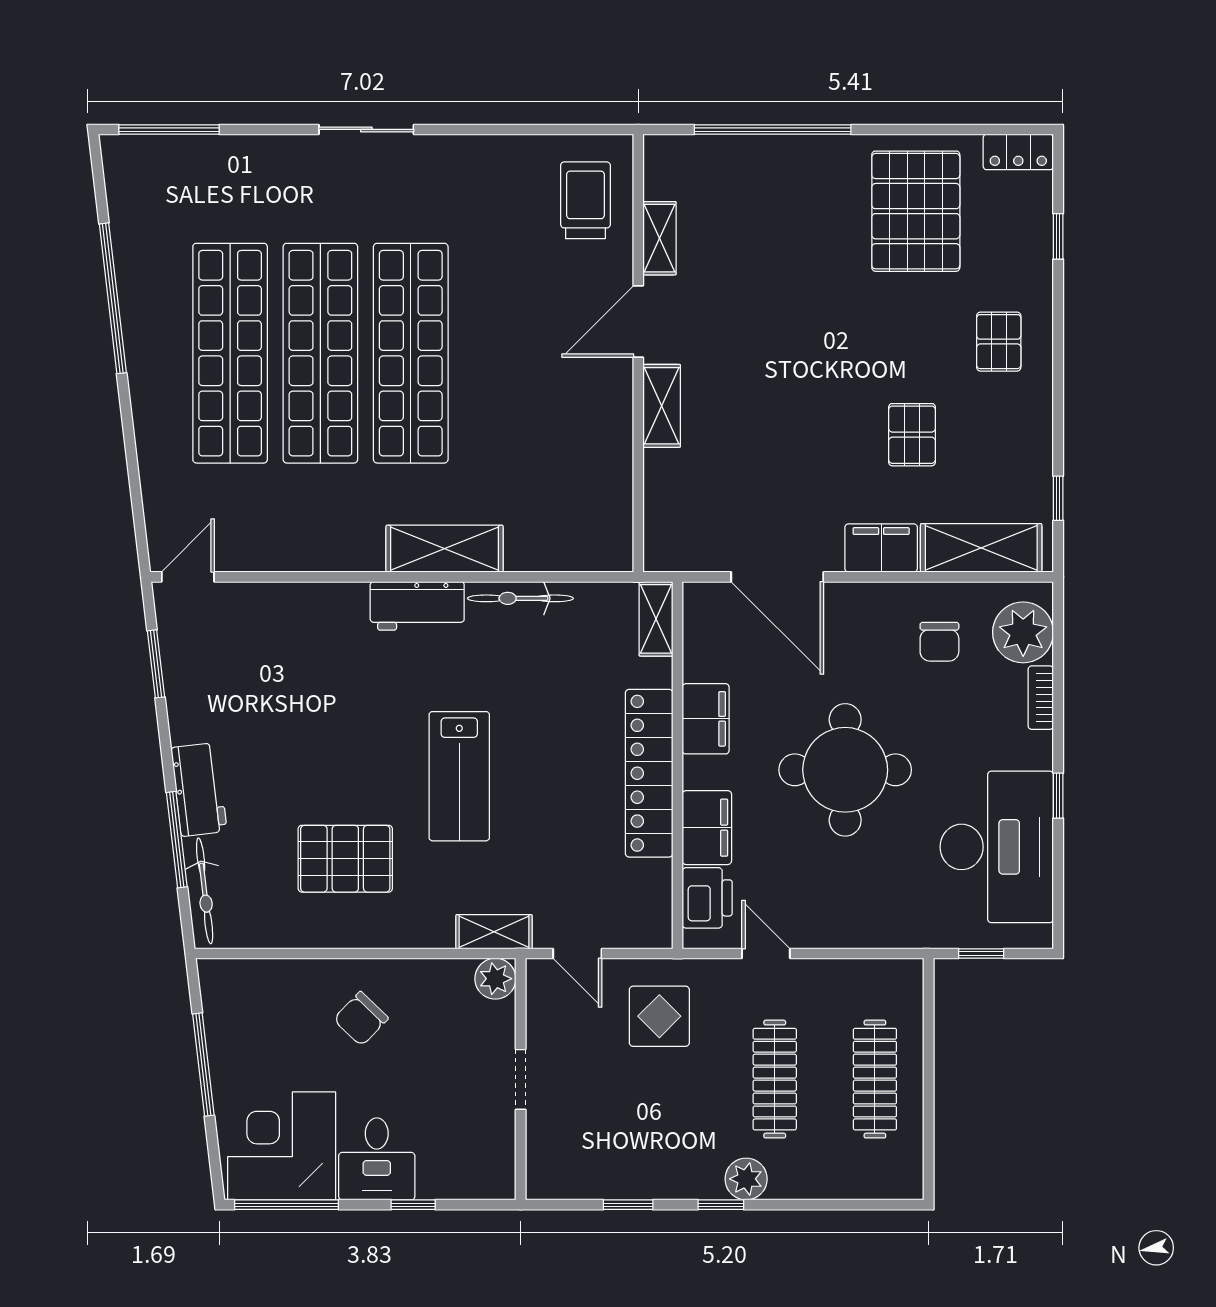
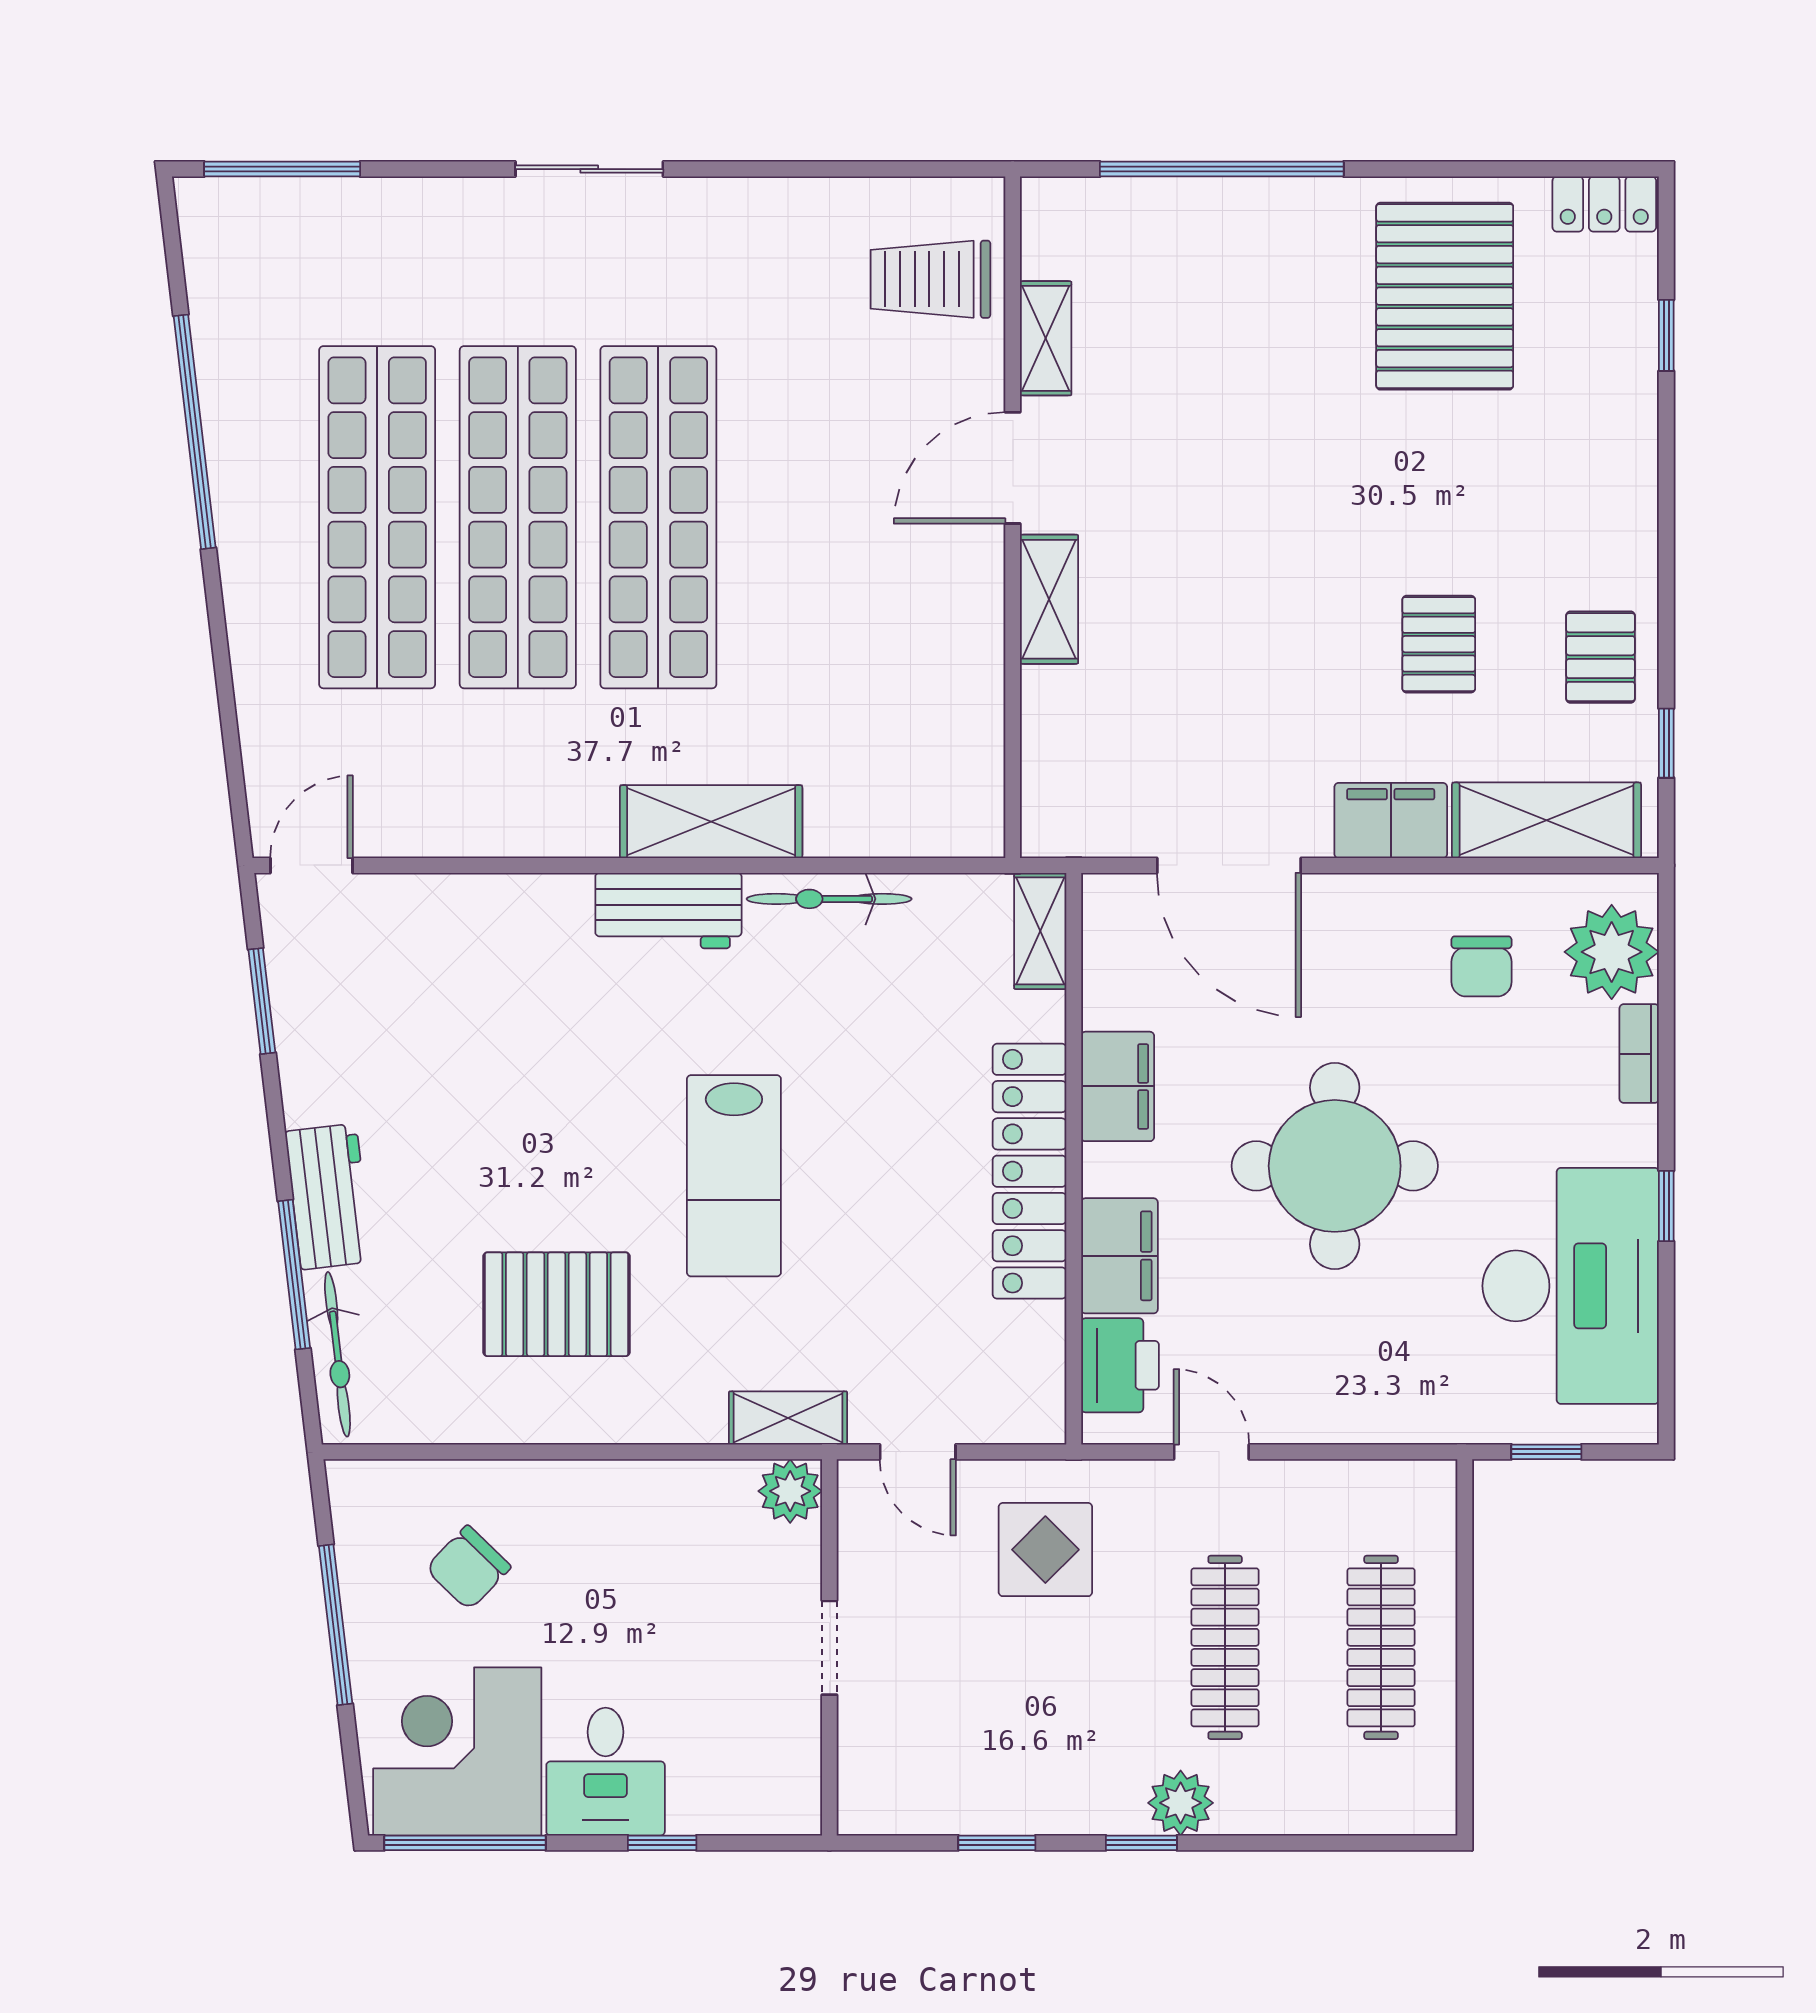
trolley: (585, 200) -> (930, 279), turned -90
pallet: (999, 342) -> (1600, 657), moved
chair: (361, 1019) -> (468, 1568), moved

